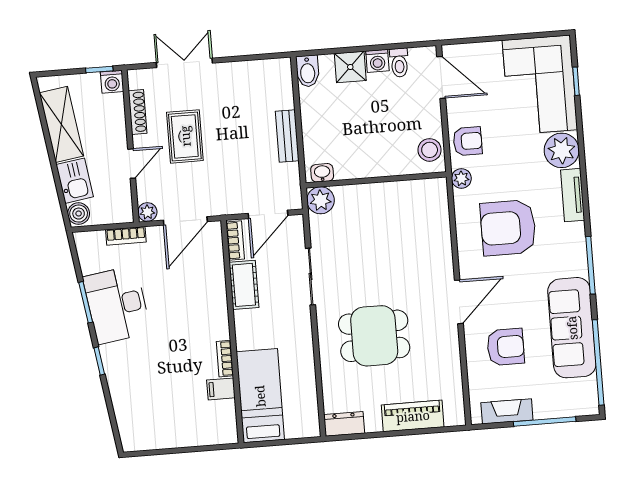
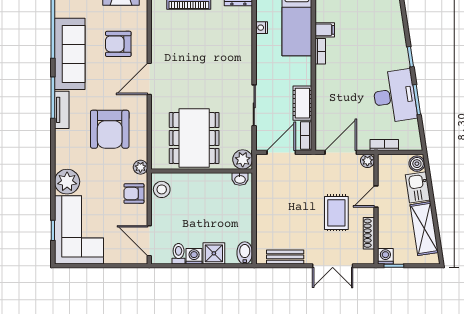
bench: (287, 136) -> (285, 257), moved, turned 90
tv unit: (573, 195) -> (62, 110), moved
armchair: (508, 228) -> (110, 129), turned 90
dining table: (374, 336) -> (194, 138), moved, width x1.38
nightstand: (309, 385) -> (262, 28), added

